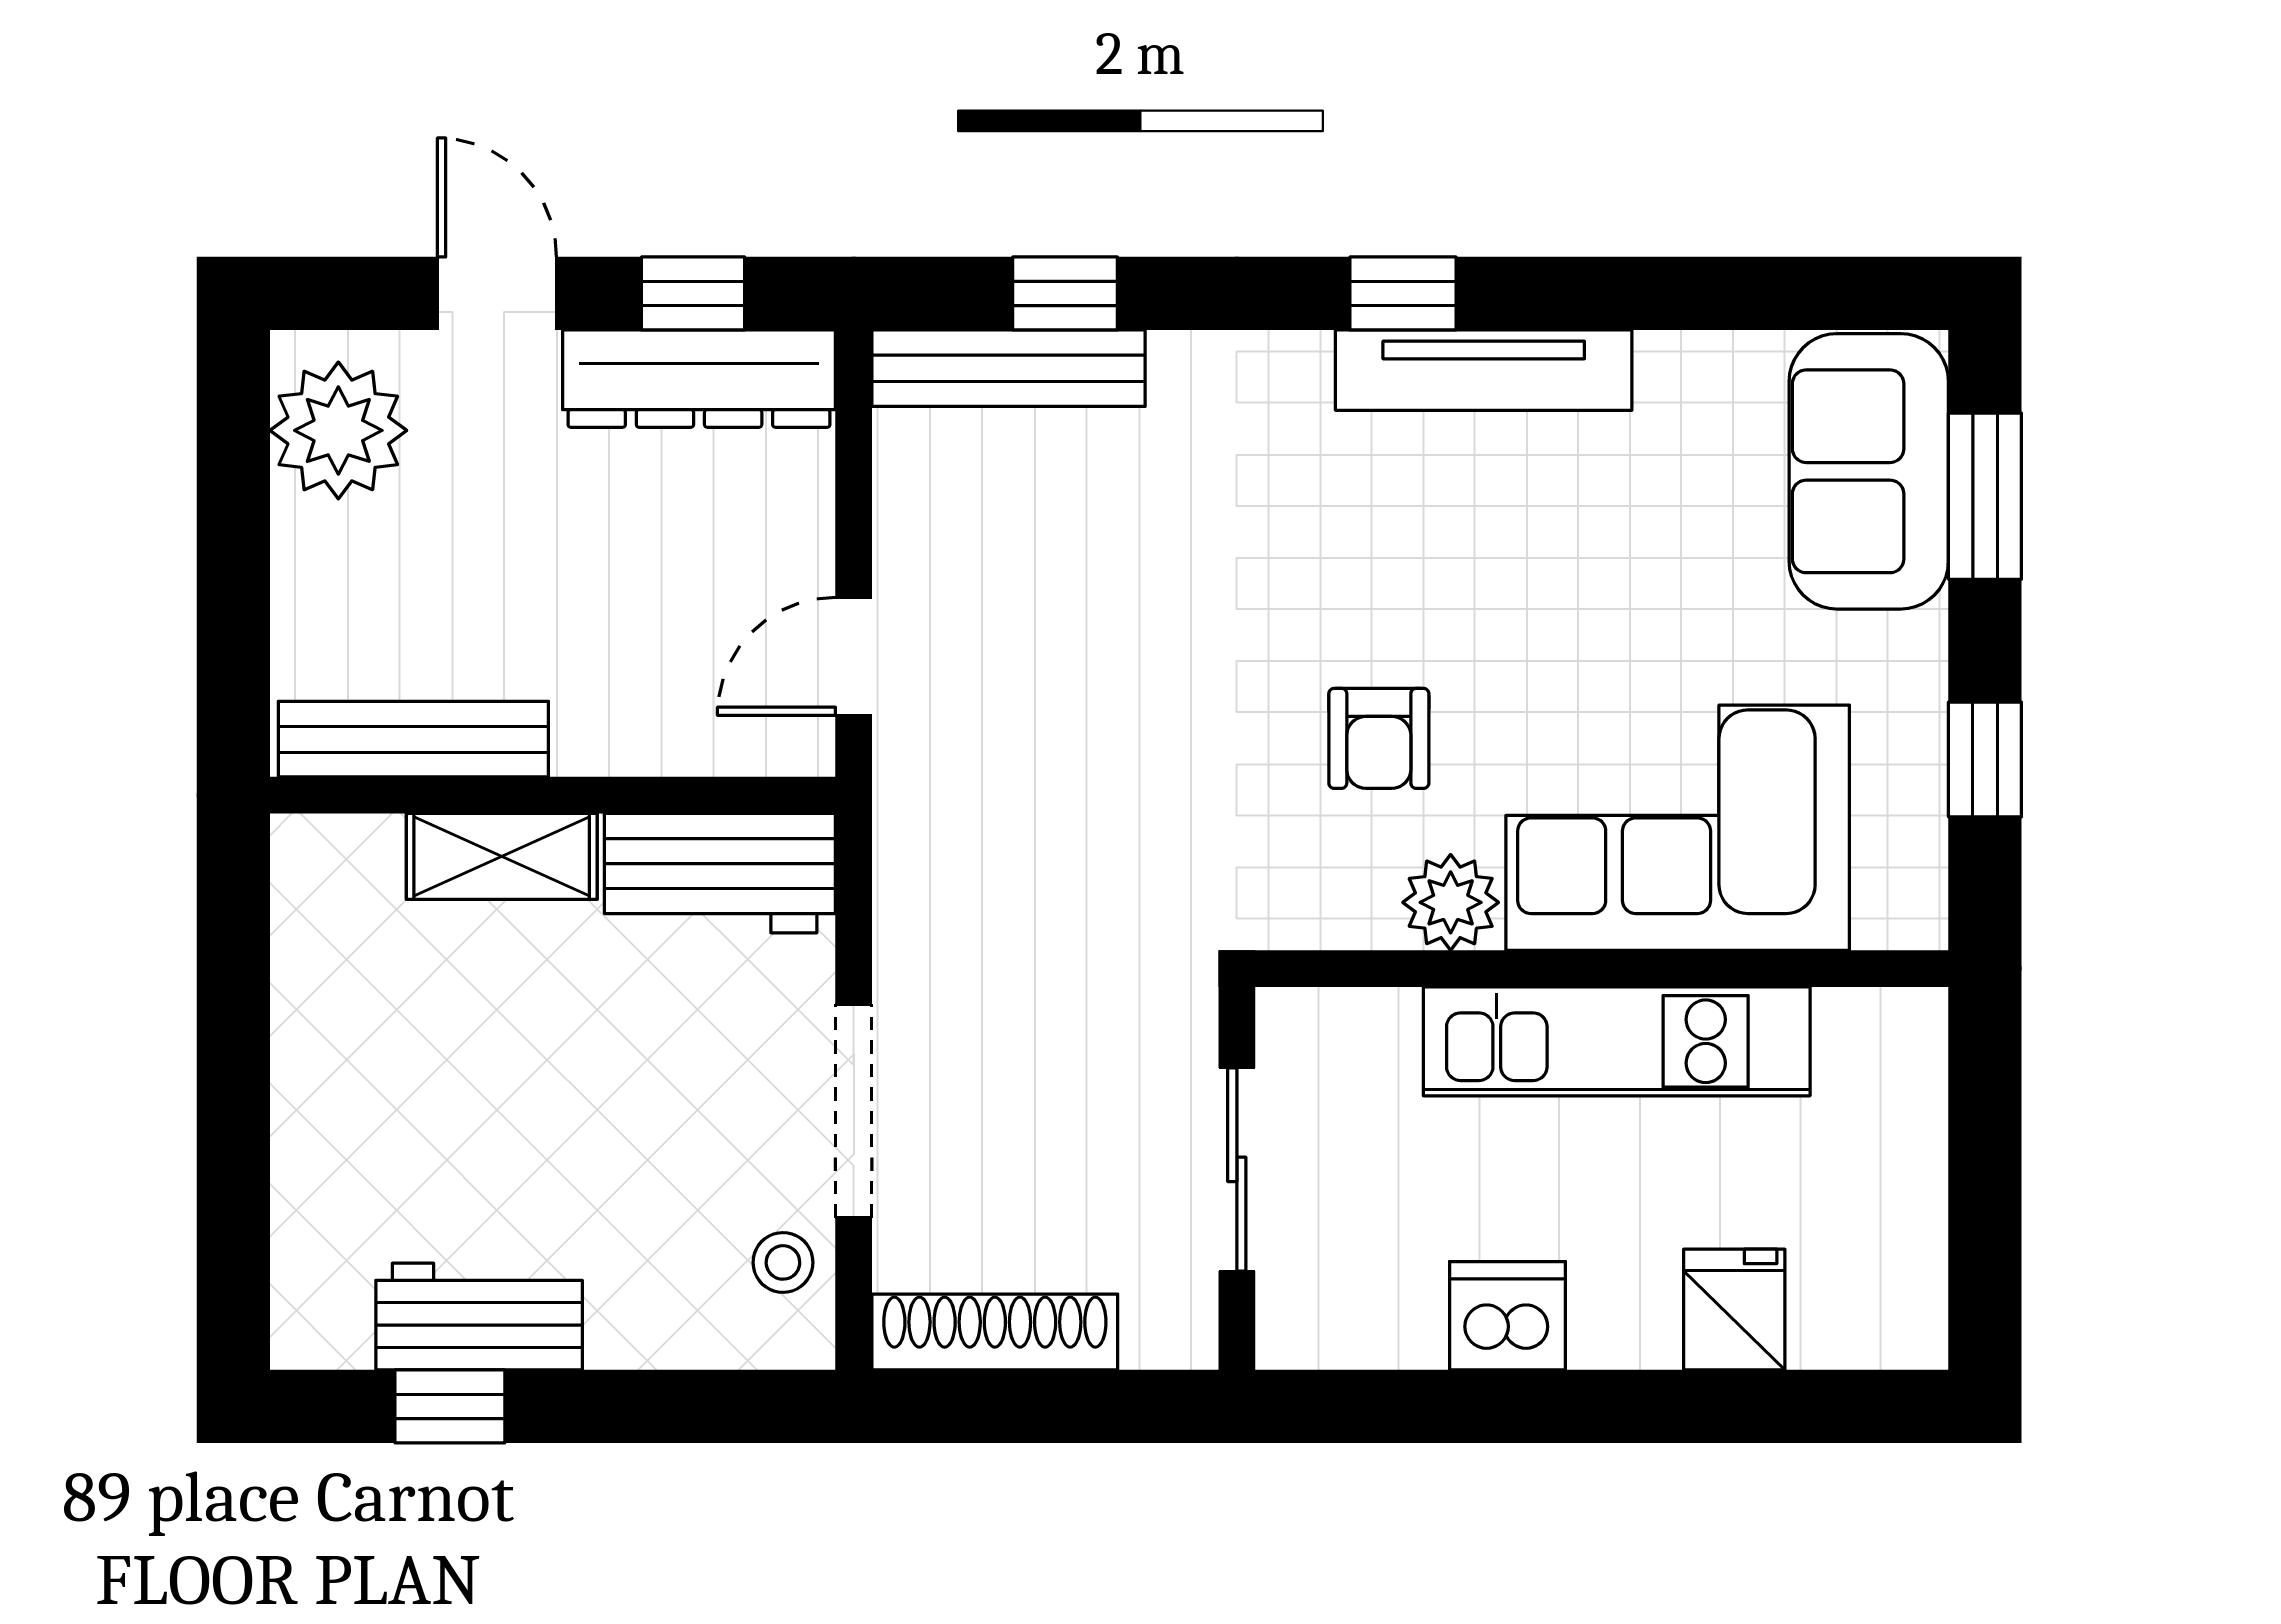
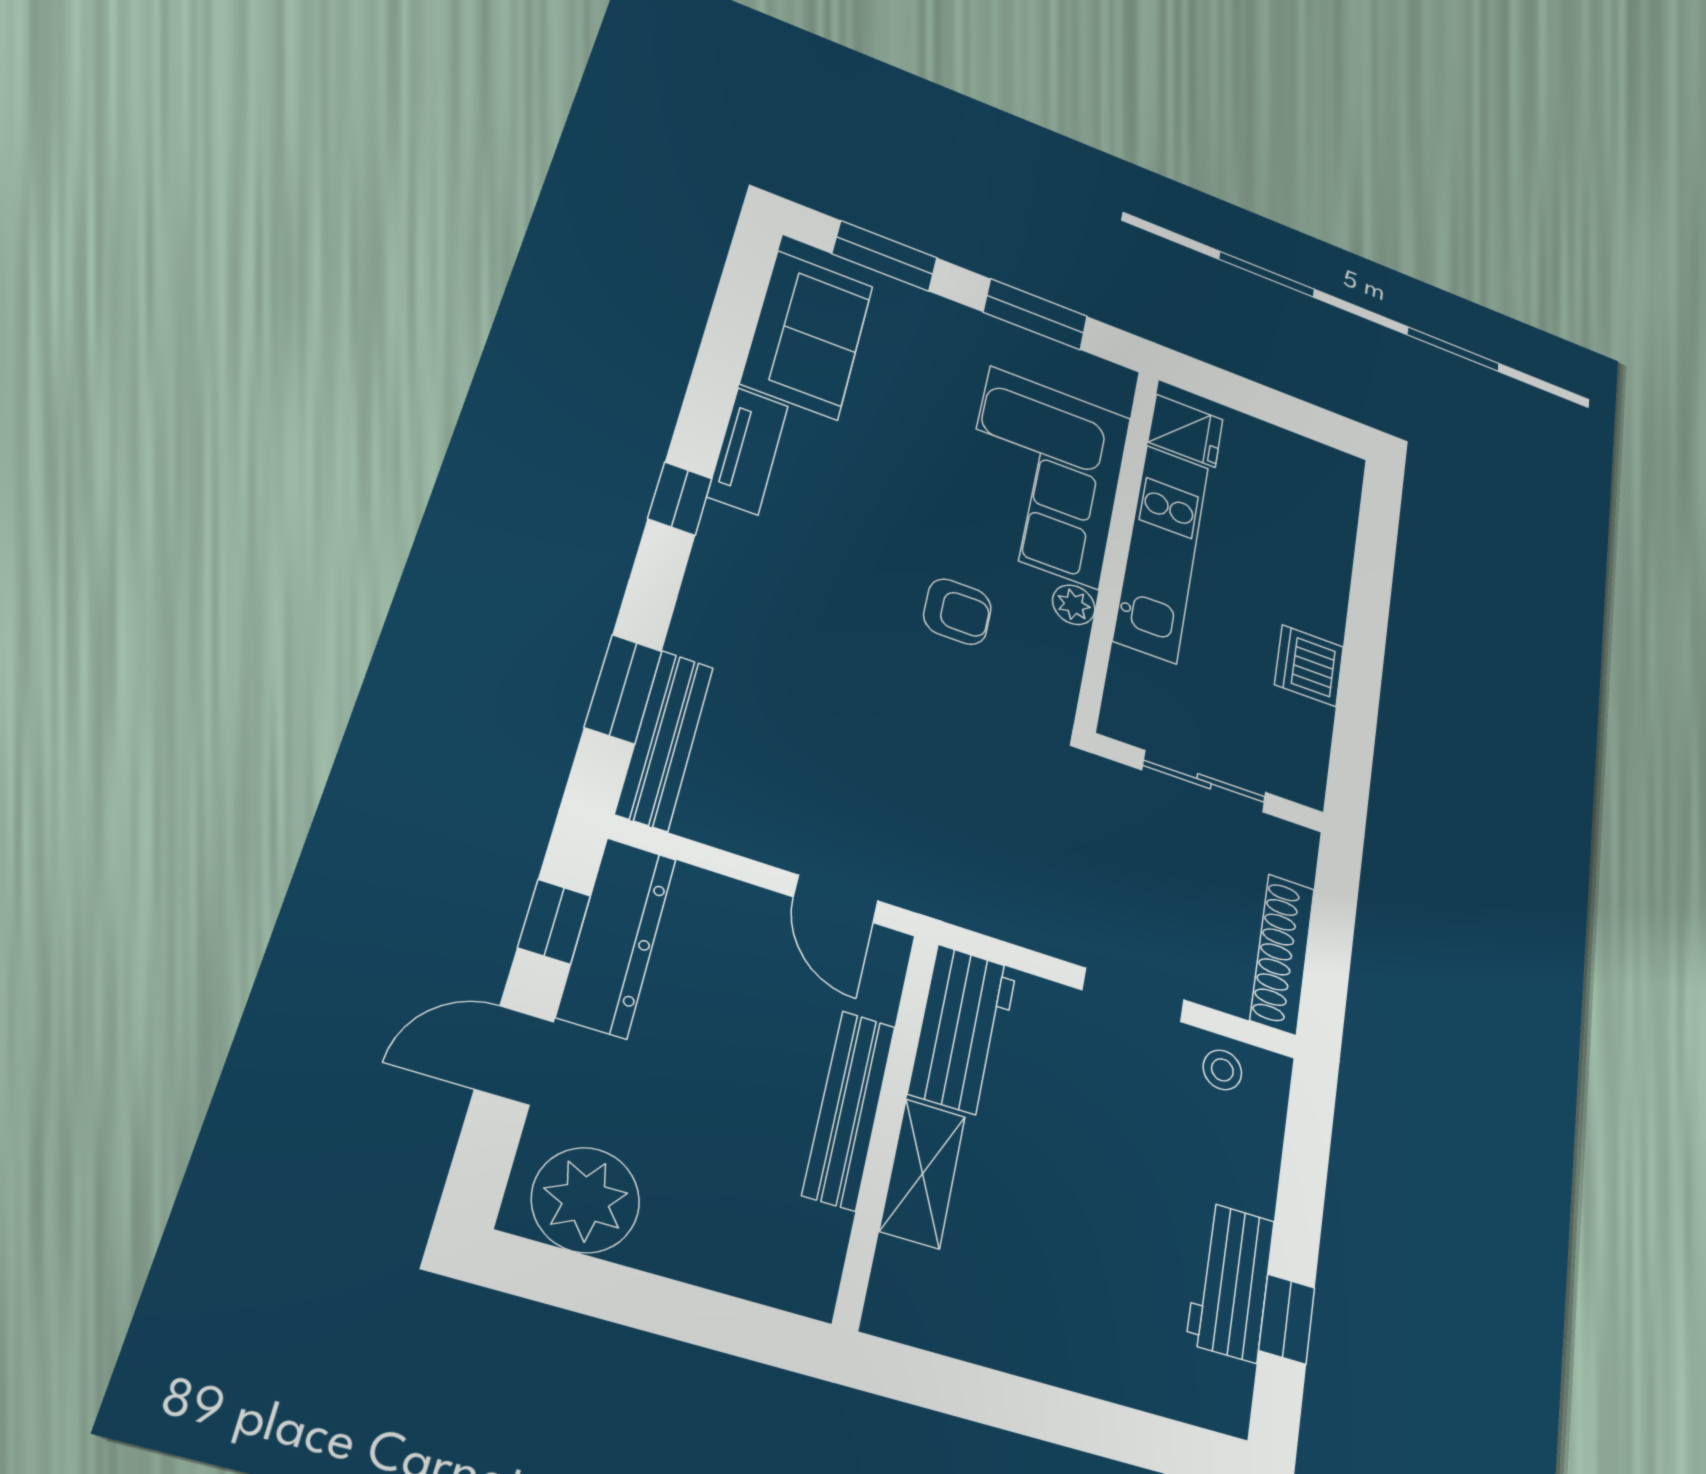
window: (1065, 293) -> (623, 689), width x1.50
tv unit: (1484, 370) -> (748, 451), width x0.71
sofa: (1869, 471) -> (807, 334), moved, turned -90
bench: (413, 739) -> (849, 1110), moved
window: (1985, 760) -> (1035, 314), width x1.50
plant: (1451, 902) -> (1074, 605), width x0.73, depth x0.73
doorway: (854, 1111) -> (1133, 995), width x0.73
fridge: (1734, 1310) -> (1186, 431), moved, turned 180

